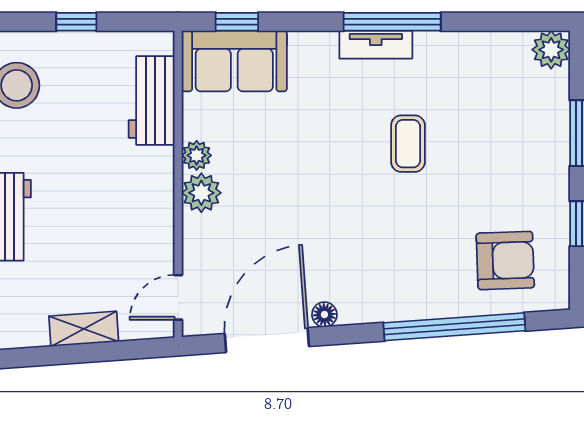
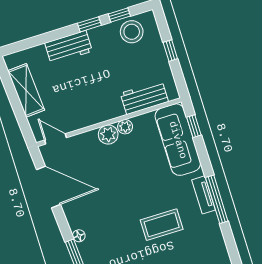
sofa: (234, 61) -> (178, 140), width x1.36
coffee table: (408, 144) -> (162, 225), width x1.36, depth x1.30
floor lamp: (324, 315) -> (79, 236), moved
shelving: (84, 329) -> (26, 90), width x1.50, depth x1.33

